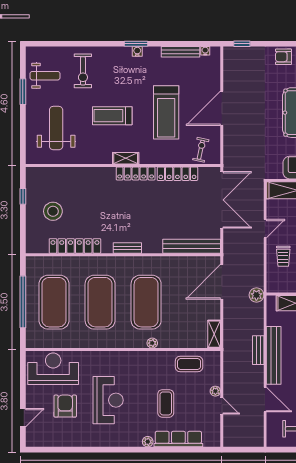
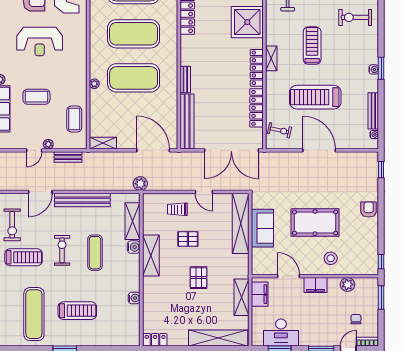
shower: (88, 183) -> (247, 22), added
bench: (127, 248) -> (185, 80), moved
bench: (258, 350) -> (68, 157), moved

